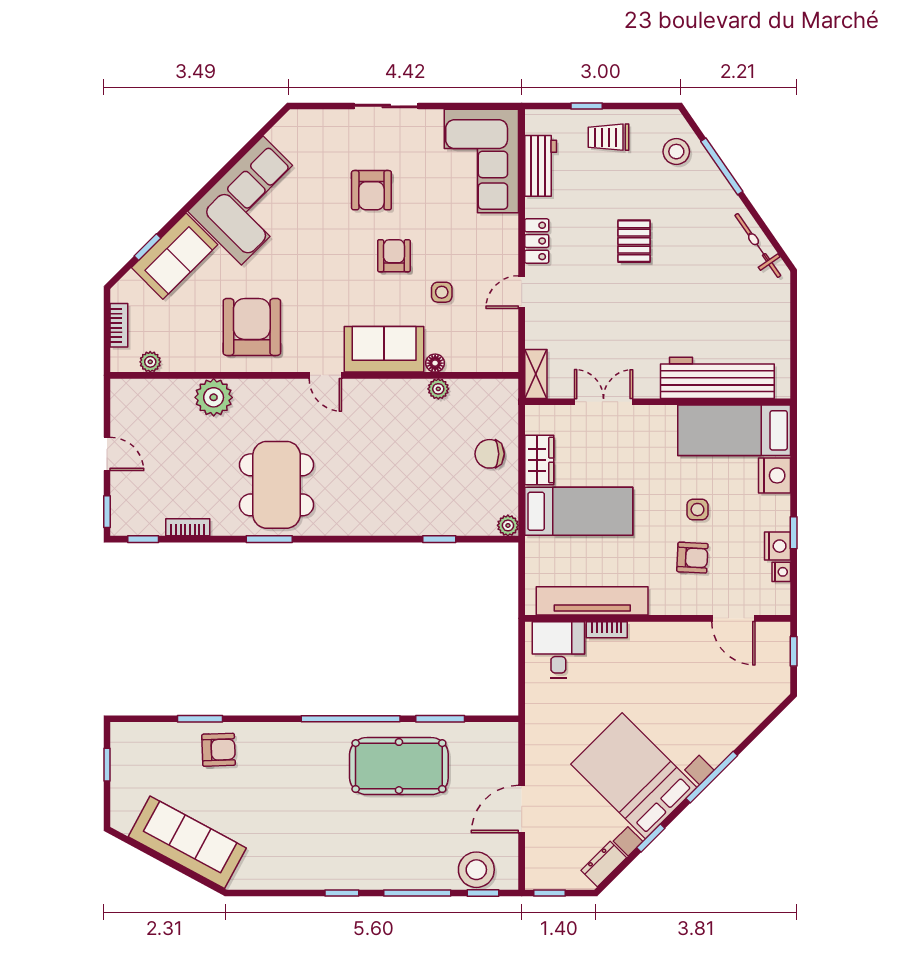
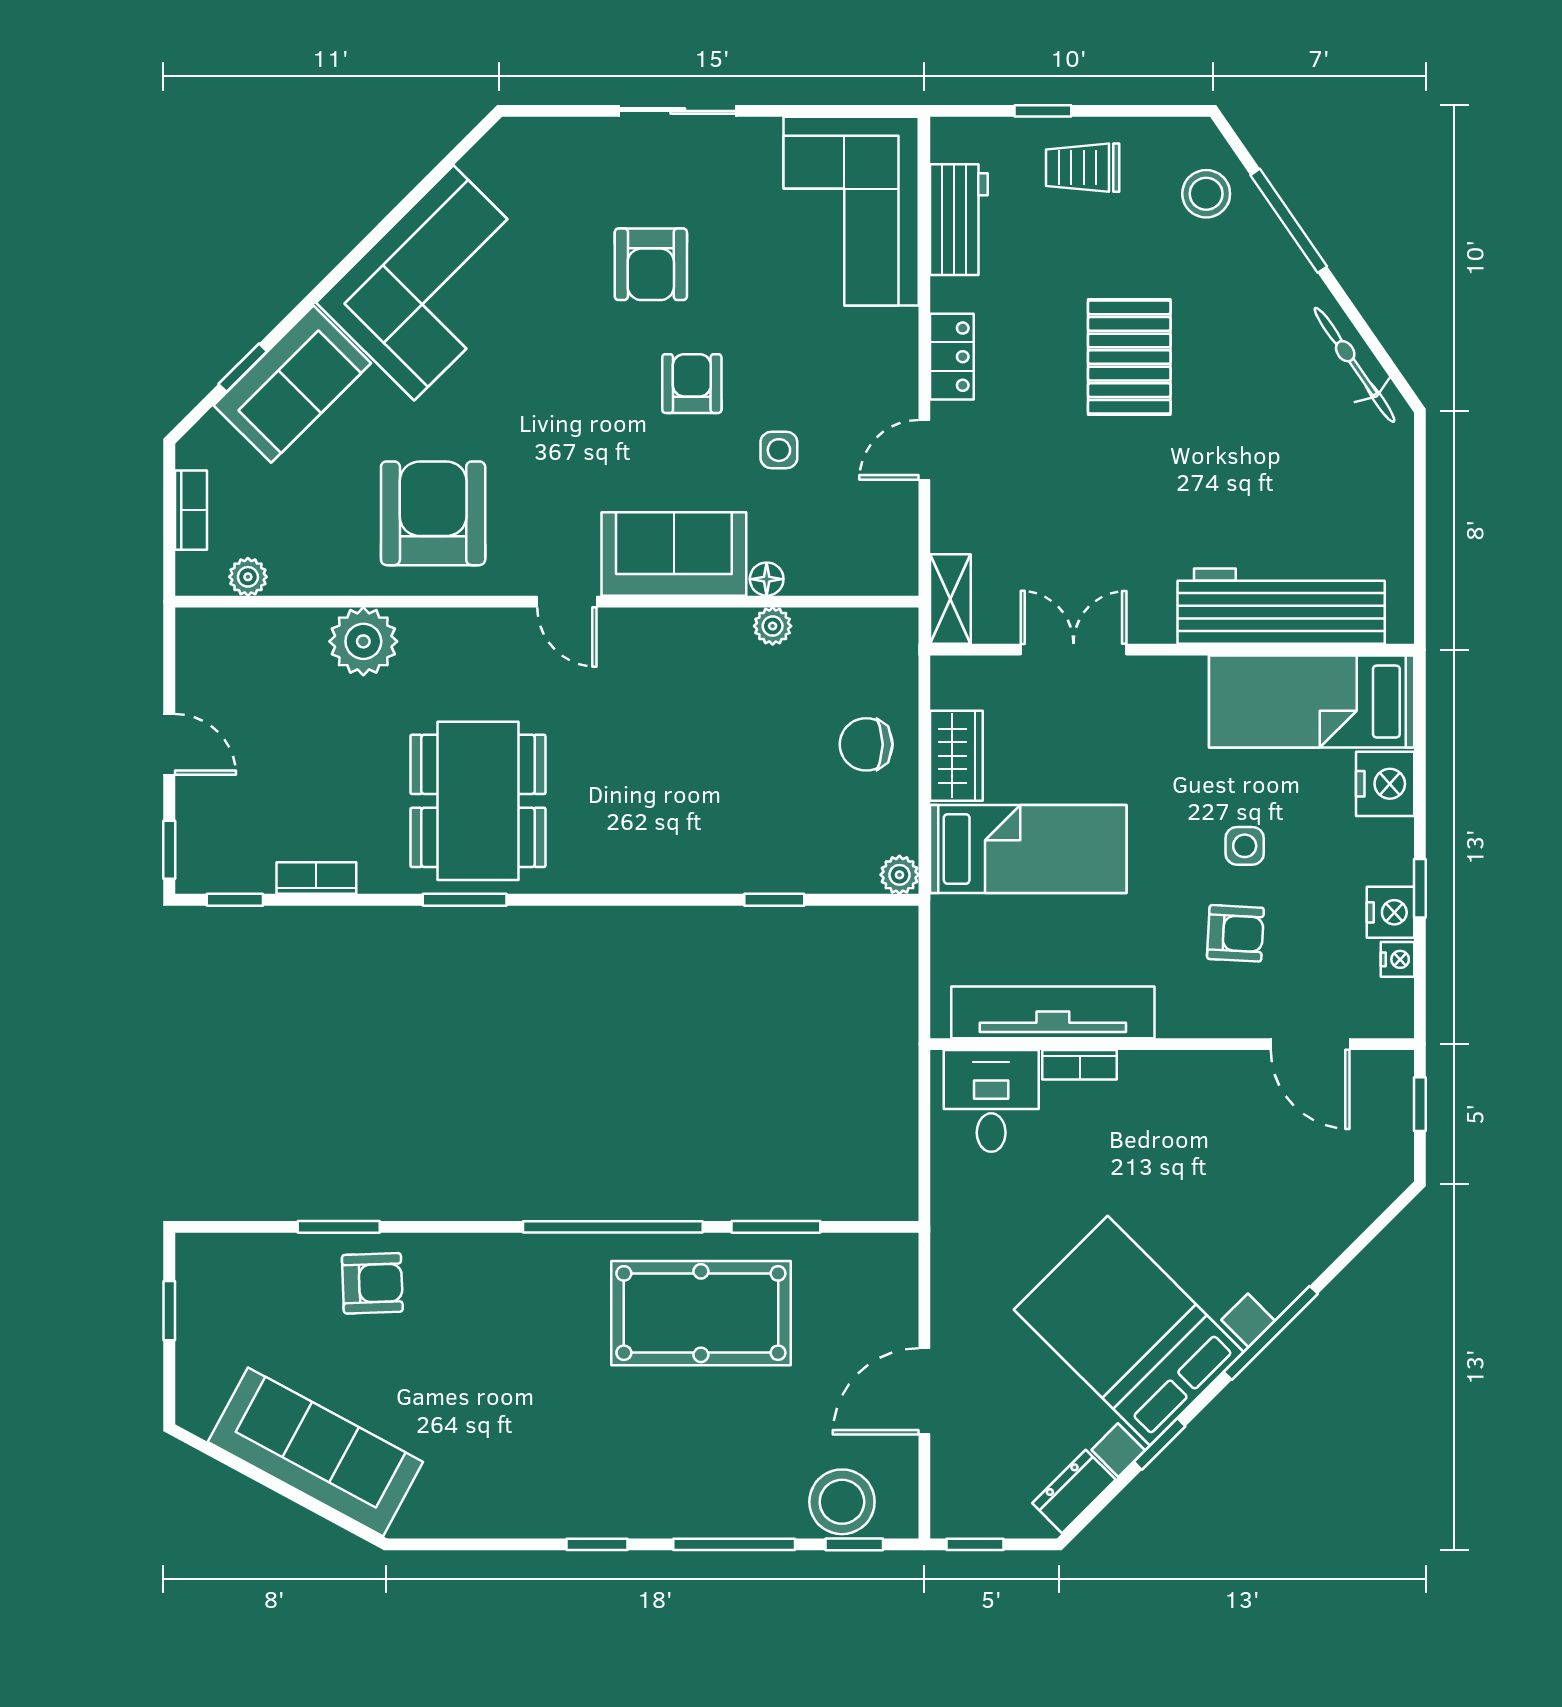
pallet: (634, 241) -> (1129, 357), width x1.50, depth x1.42

